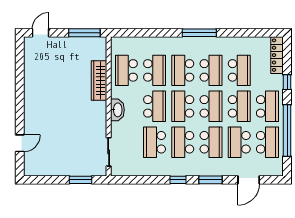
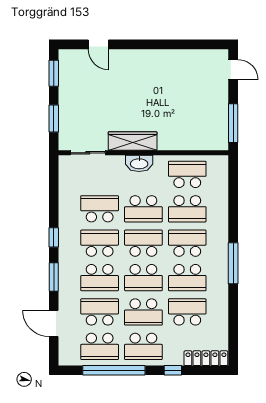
school desk: (239, 70) -> (187, 312), turned 180
wardrobe: (99, 80) -> (133, 141), moved
window: (43, 180) -> (54, 73), added

